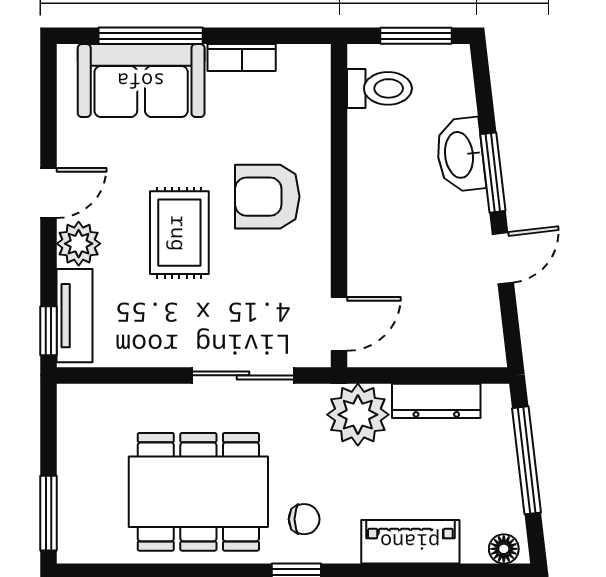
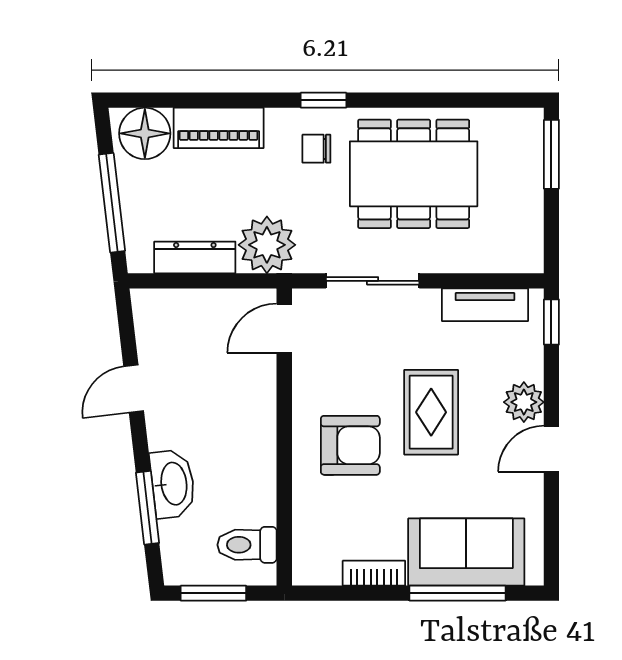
window: (493, 173) -> (148, 508), moved
tv unit: (75, 316) -> (485, 305), moved, turned -90
floor lamp: (504, 549) -> (145, 133), width x1.89, depth x1.89

